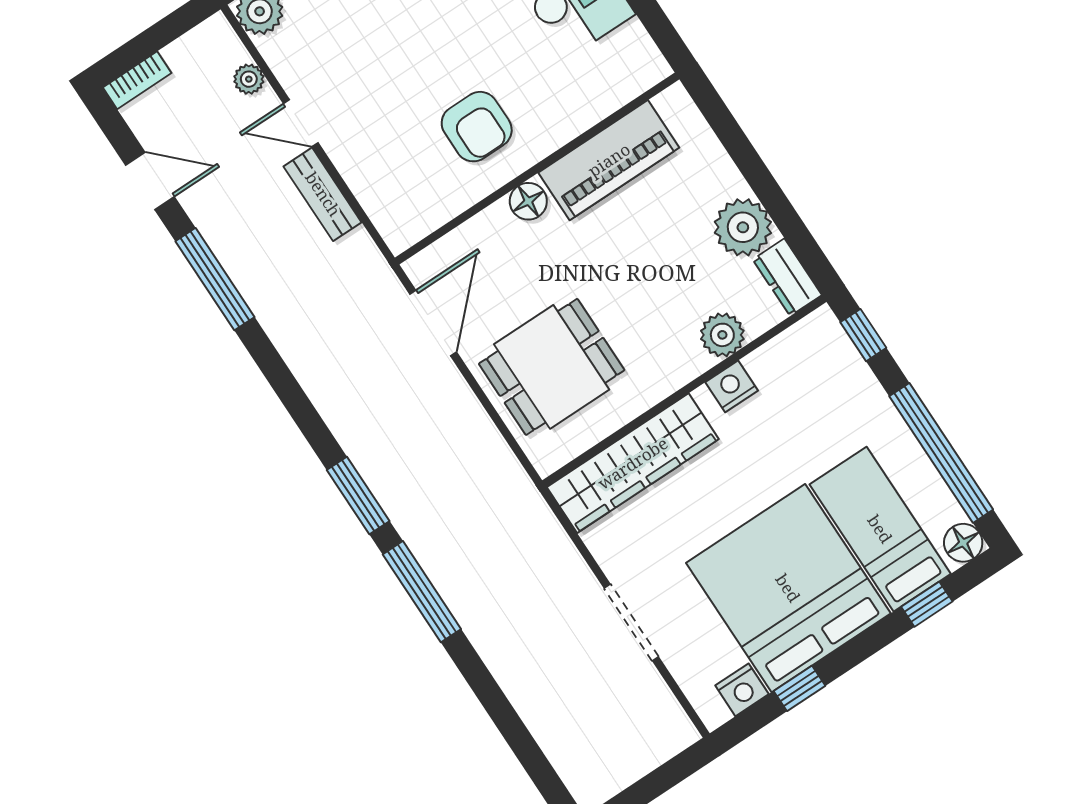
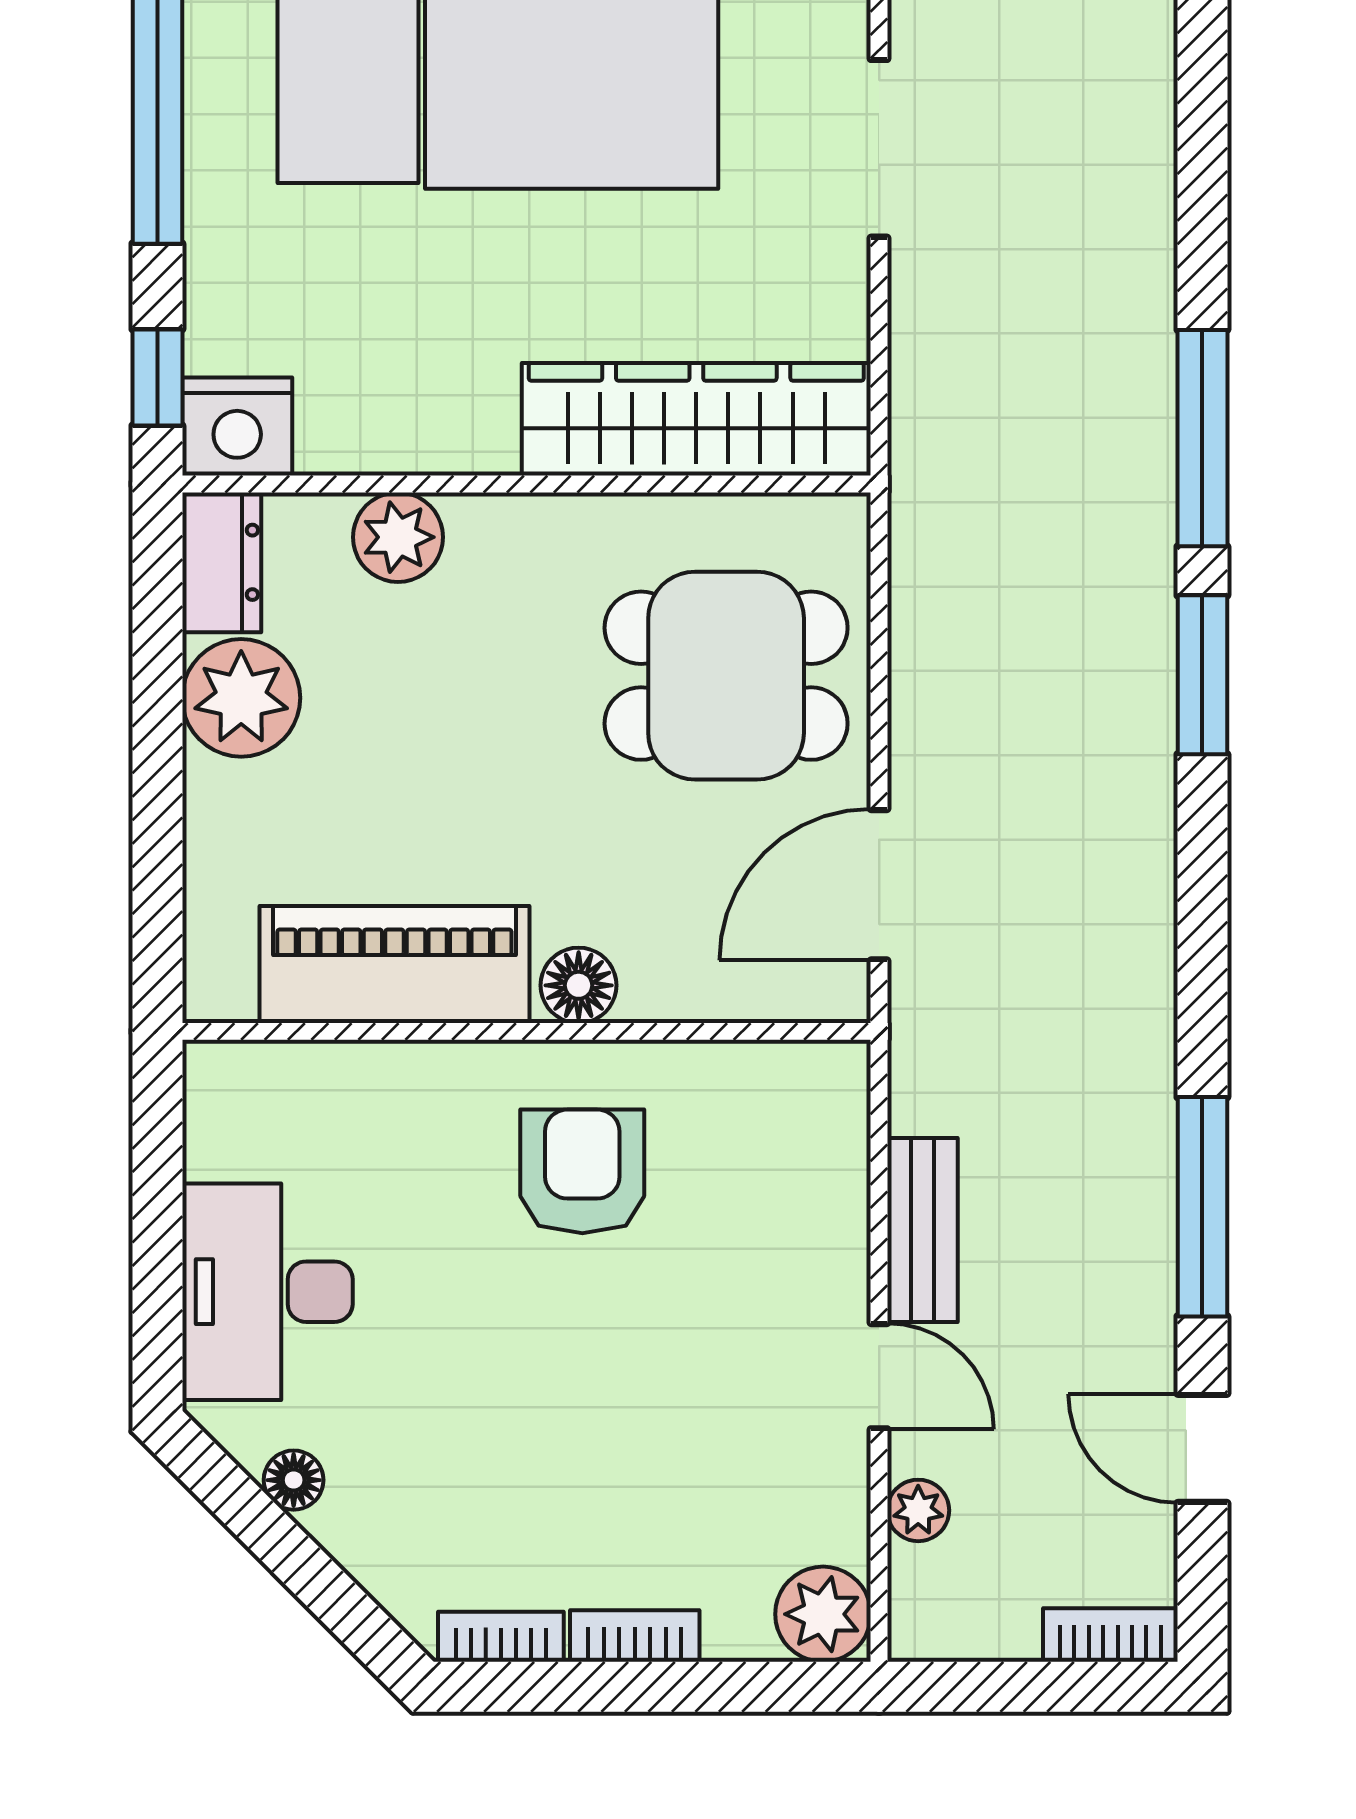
nightstand: (732, 386) -> (237, 426), moved, width x1.36, depth x1.33

